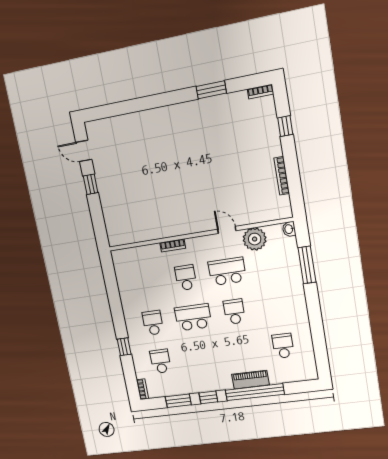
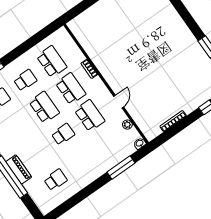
plant: (255, 239) -> (127, 125), width x0.53, depth x0.53
school desk: (186, 278) -> (71, 89), width x1.85
school desk: (145, 284) -> (52, 62), added

